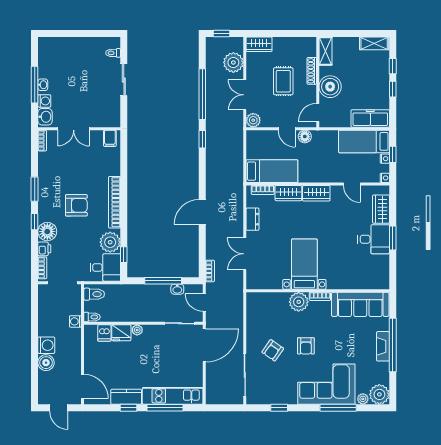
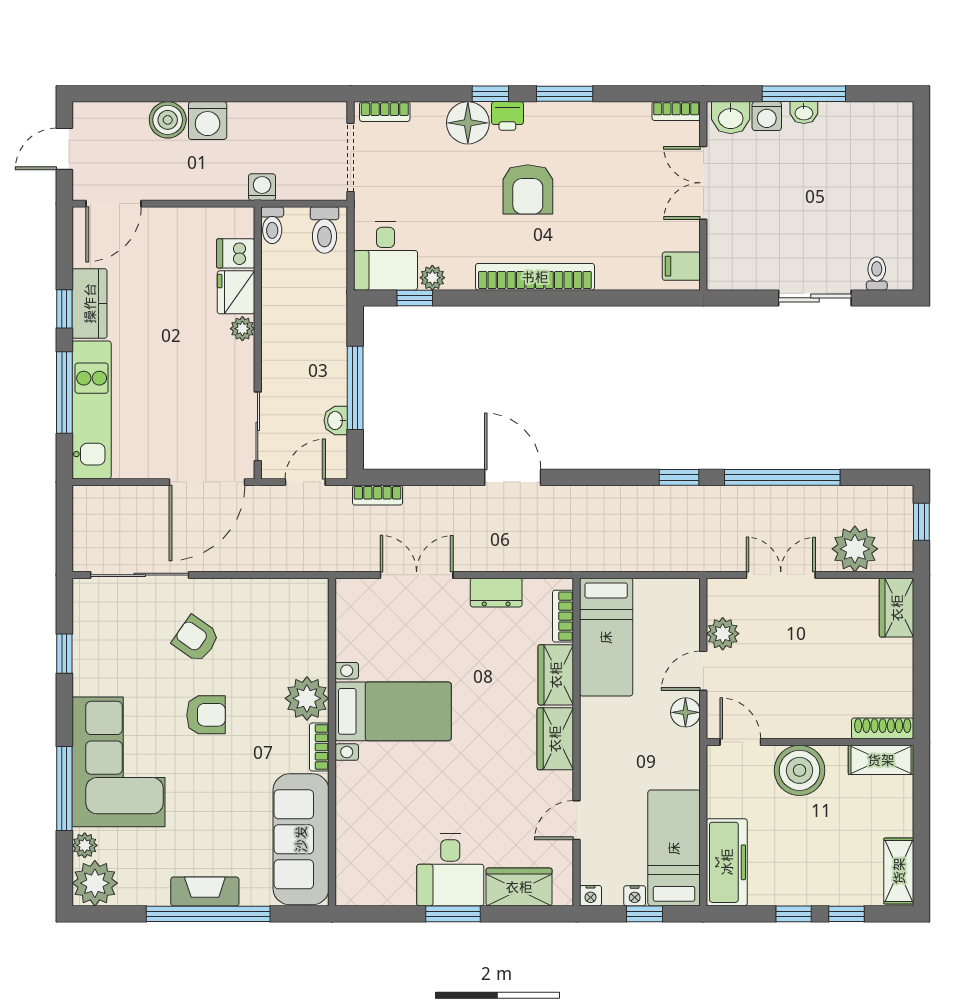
shoe rack: (312, 71) -> (883, 728), moved
rug: (283, 81) -> (812, 663), removed
plant: (253, 120) -> (723, 634), moved
plant: (110, 242) -> (432, 278), width x0.53, depth x0.53
printer: (44, 249) -> (507, 116), moved
door: (204, 345) -> (207, 482), hinge flipped
armchair: (306, 346) -> (206, 715), turned 180

